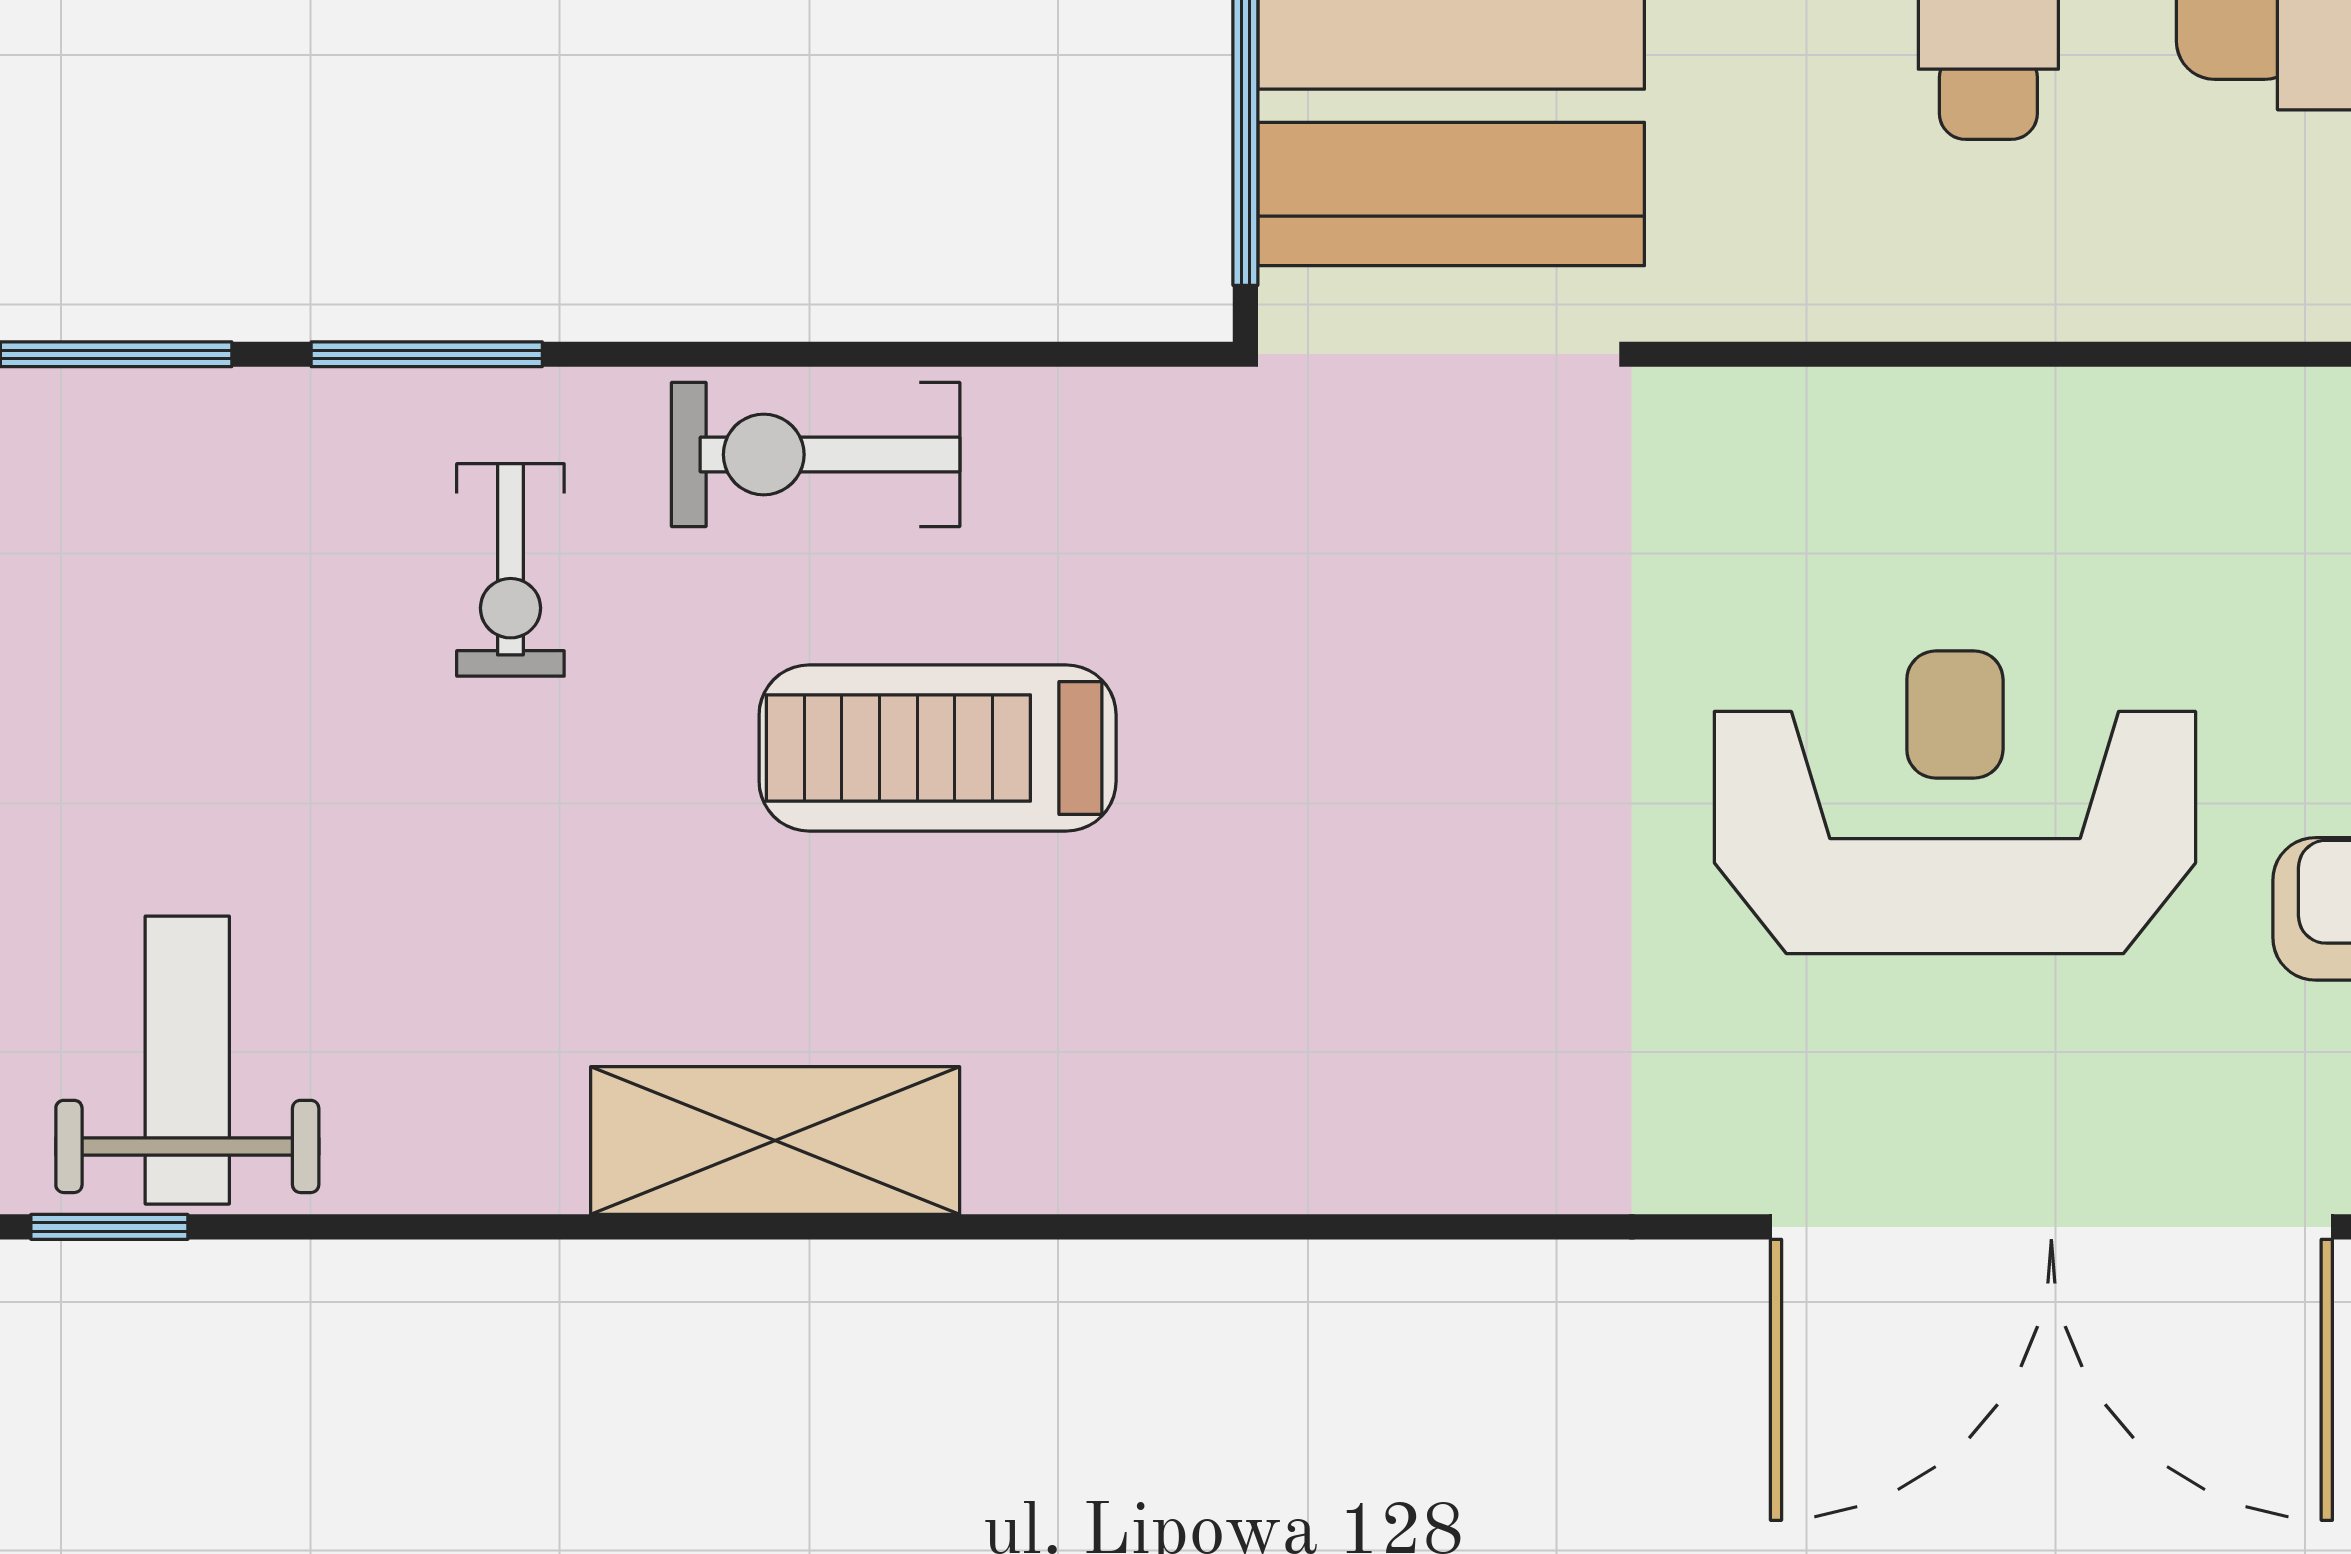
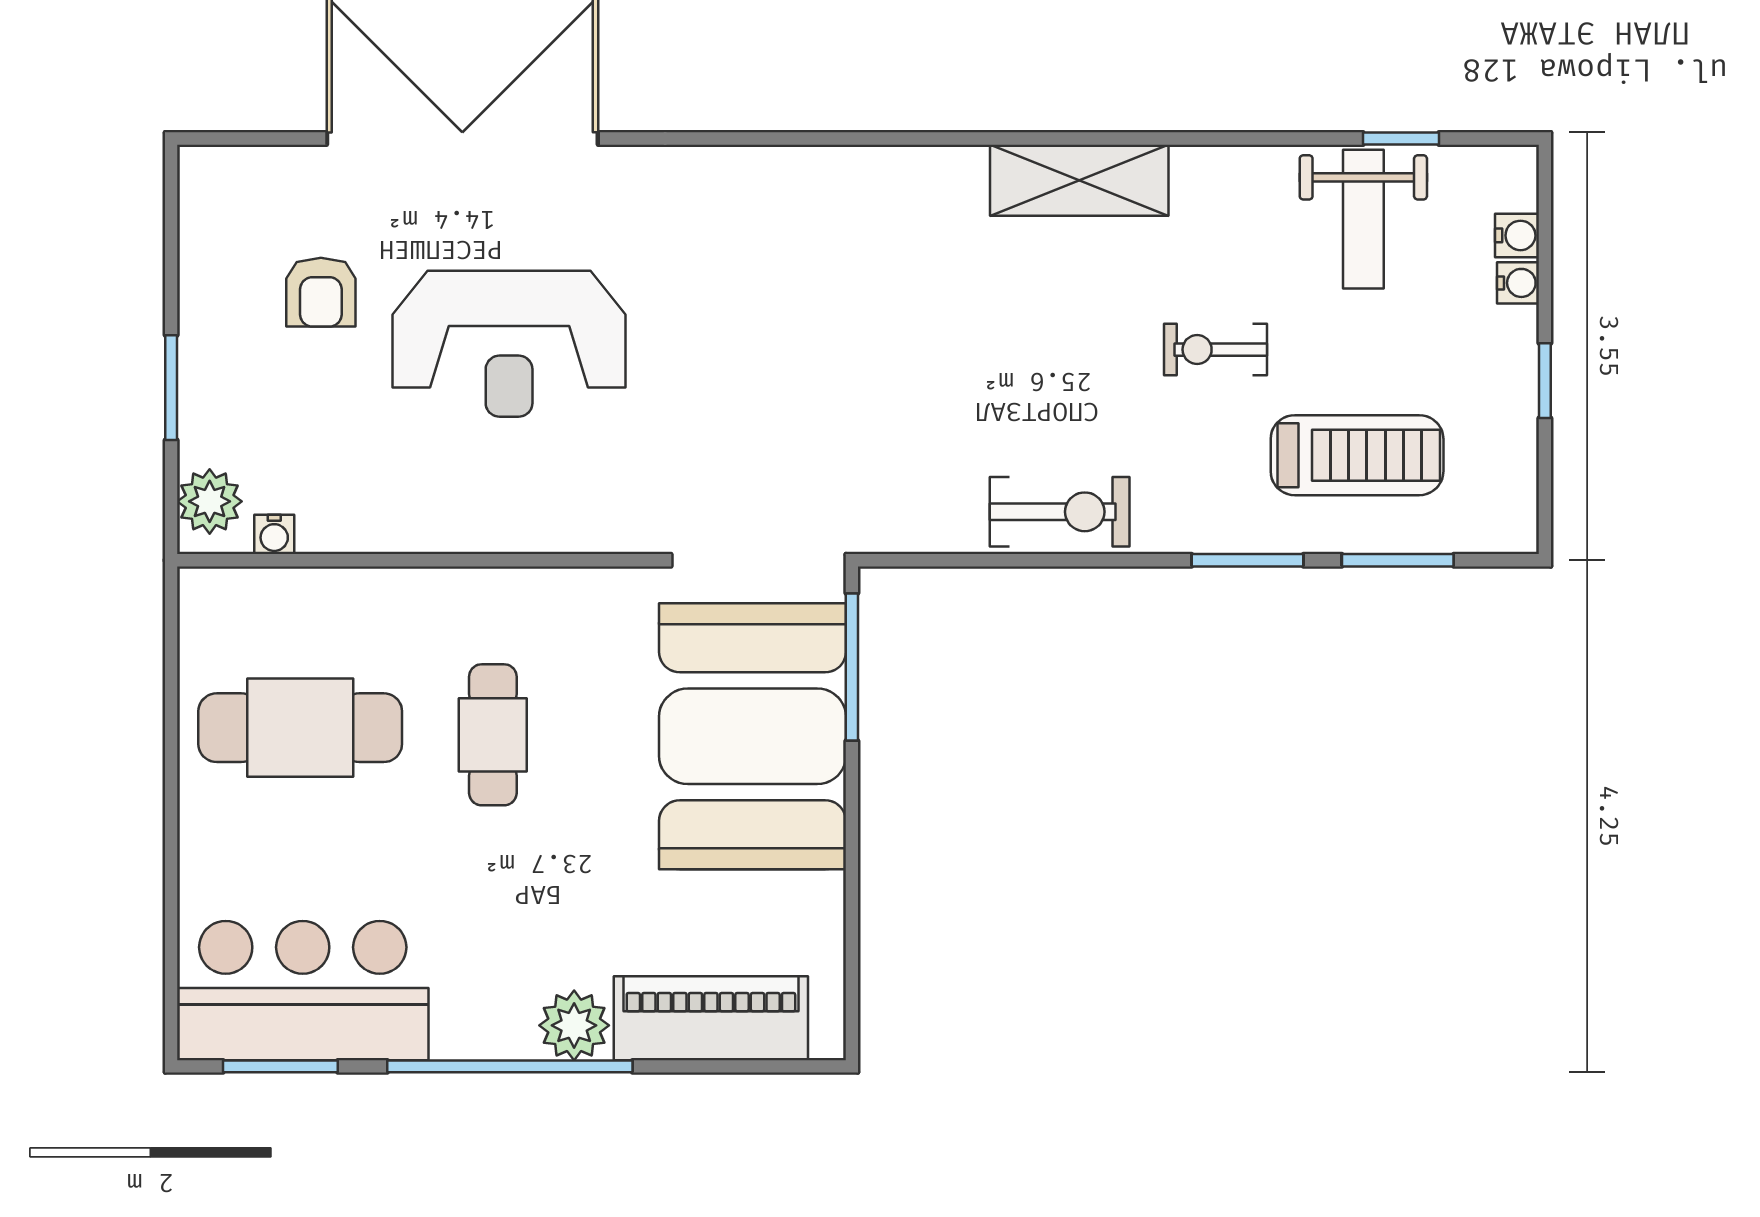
exercise bike: (510, 570) -> (1216, 350), moved, turned -90
treadmill: (938, 748) -> (1357, 455), moved

